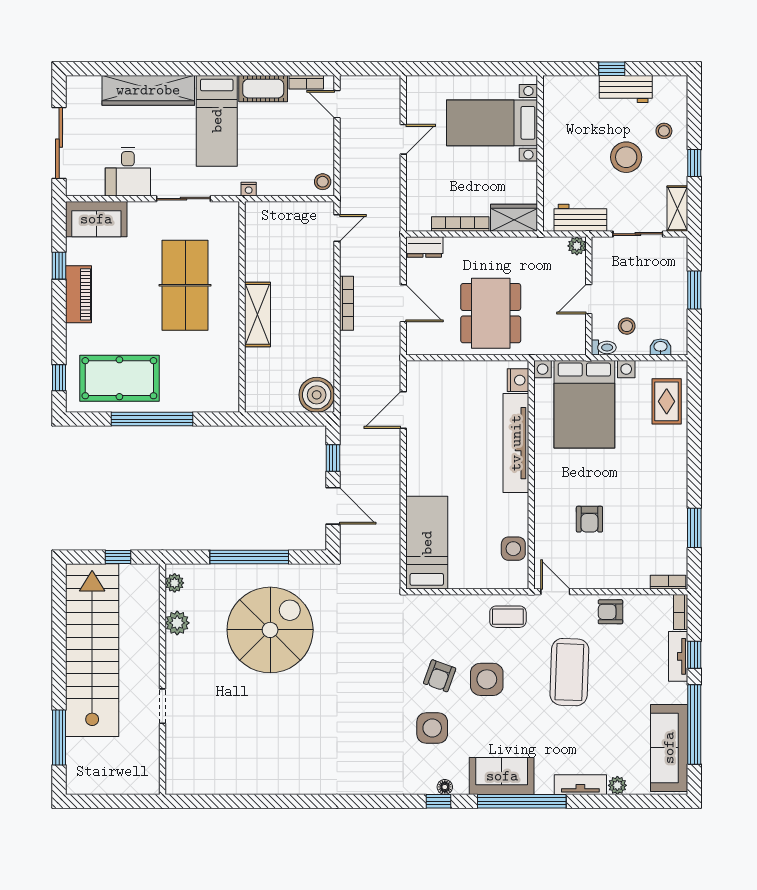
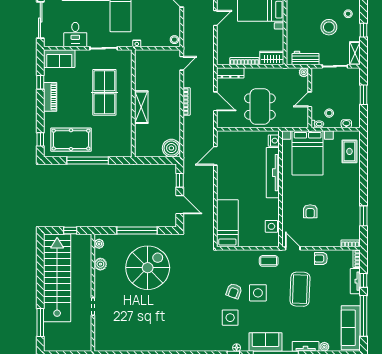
dresser: (424, 247) -> (230, 73), width x1.44

